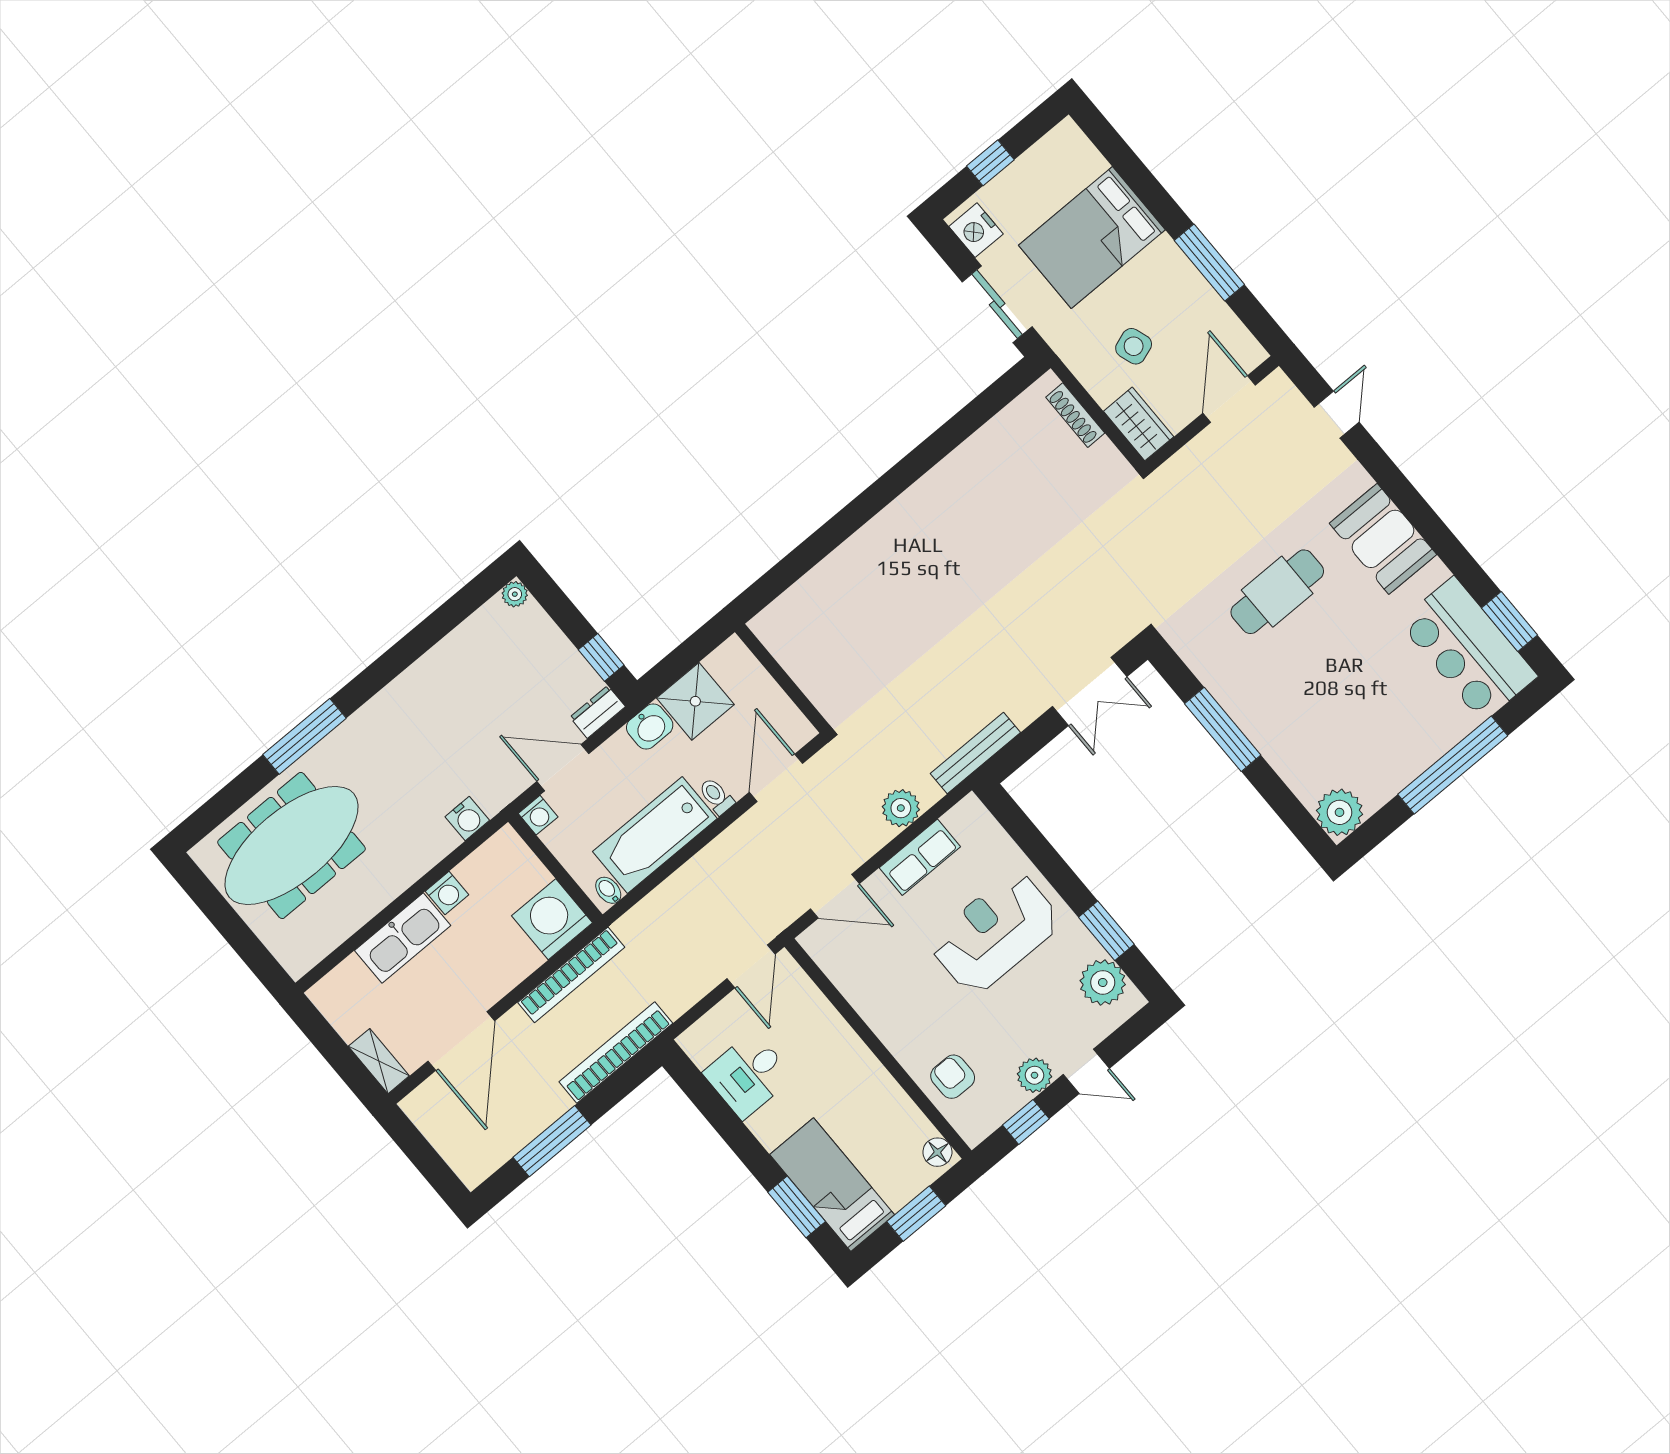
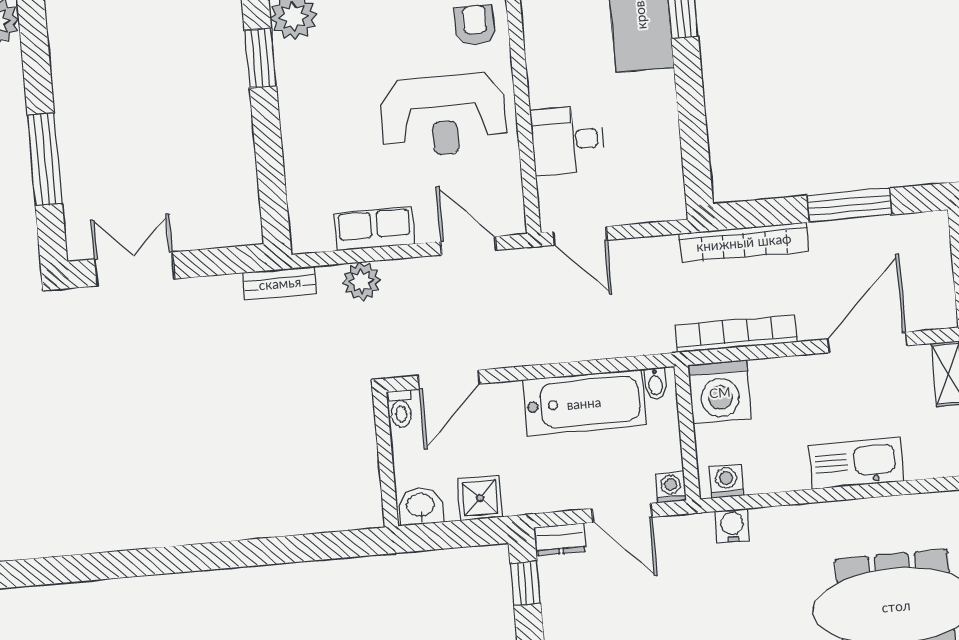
shower: (695, 701) -> (480, 498), width x0.73, depth x0.73
washbasin: (650, 726) -> (421, 506), moved
bench: (975, 753) -> (280, 283), width x0.73
toilet: (716, 796) -> (401, 409), moved
washing machine: (447, 893) -> (726, 481), moved
reception desk: (995, 933) -> (444, 115), moved
door: (751, 966) -> (580, 236), swing flipped
desk: (748, 1075) -> (568, 140), moved, turned 180
armchair: (953, 1077) -> (475, 25), turned 180

